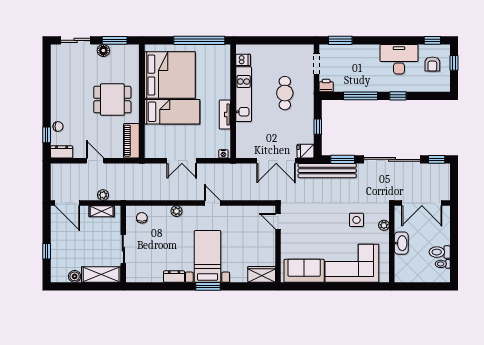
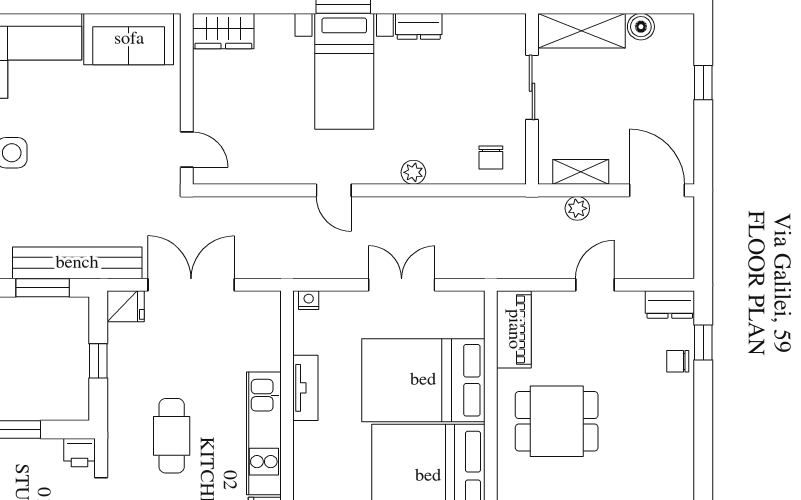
bed: (172, 112) -> (423, 380), width x1.50
door: (95, 161) -> (595, 285), swing flipped

